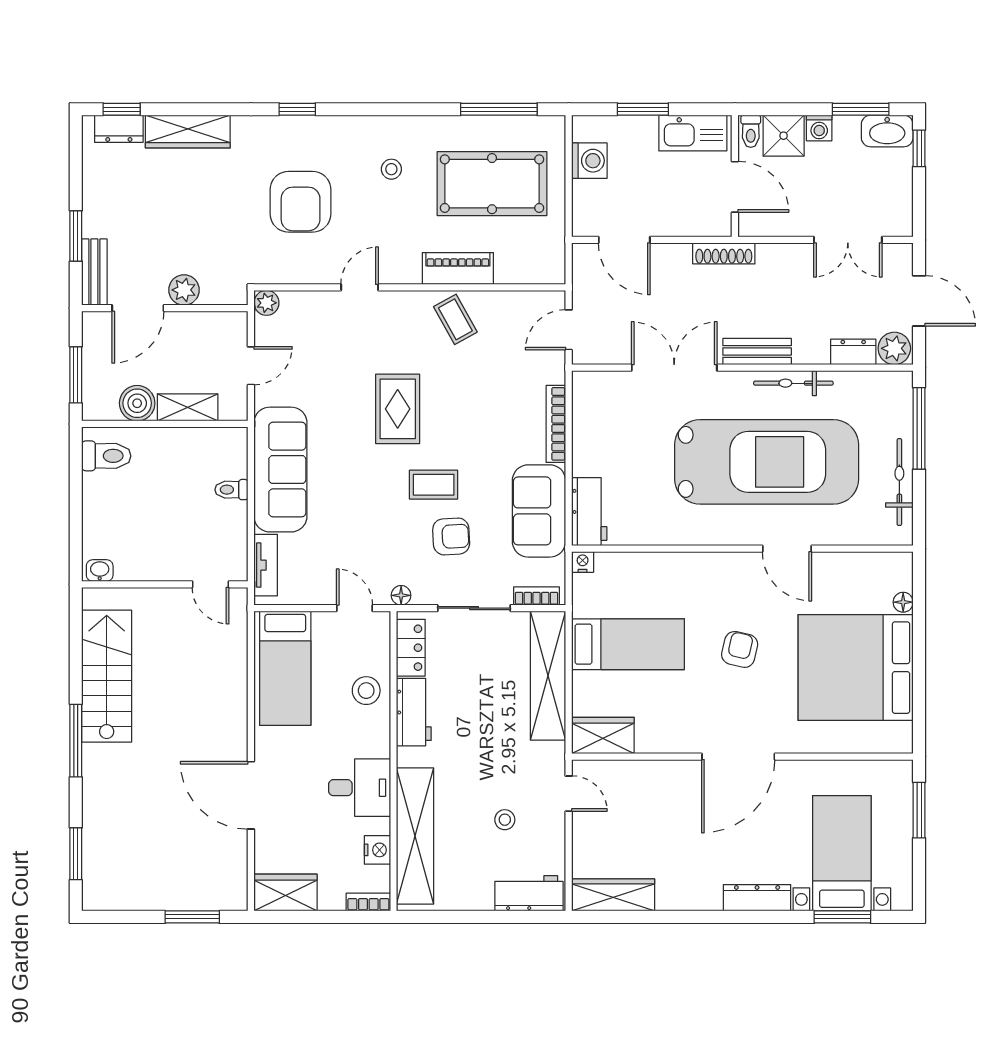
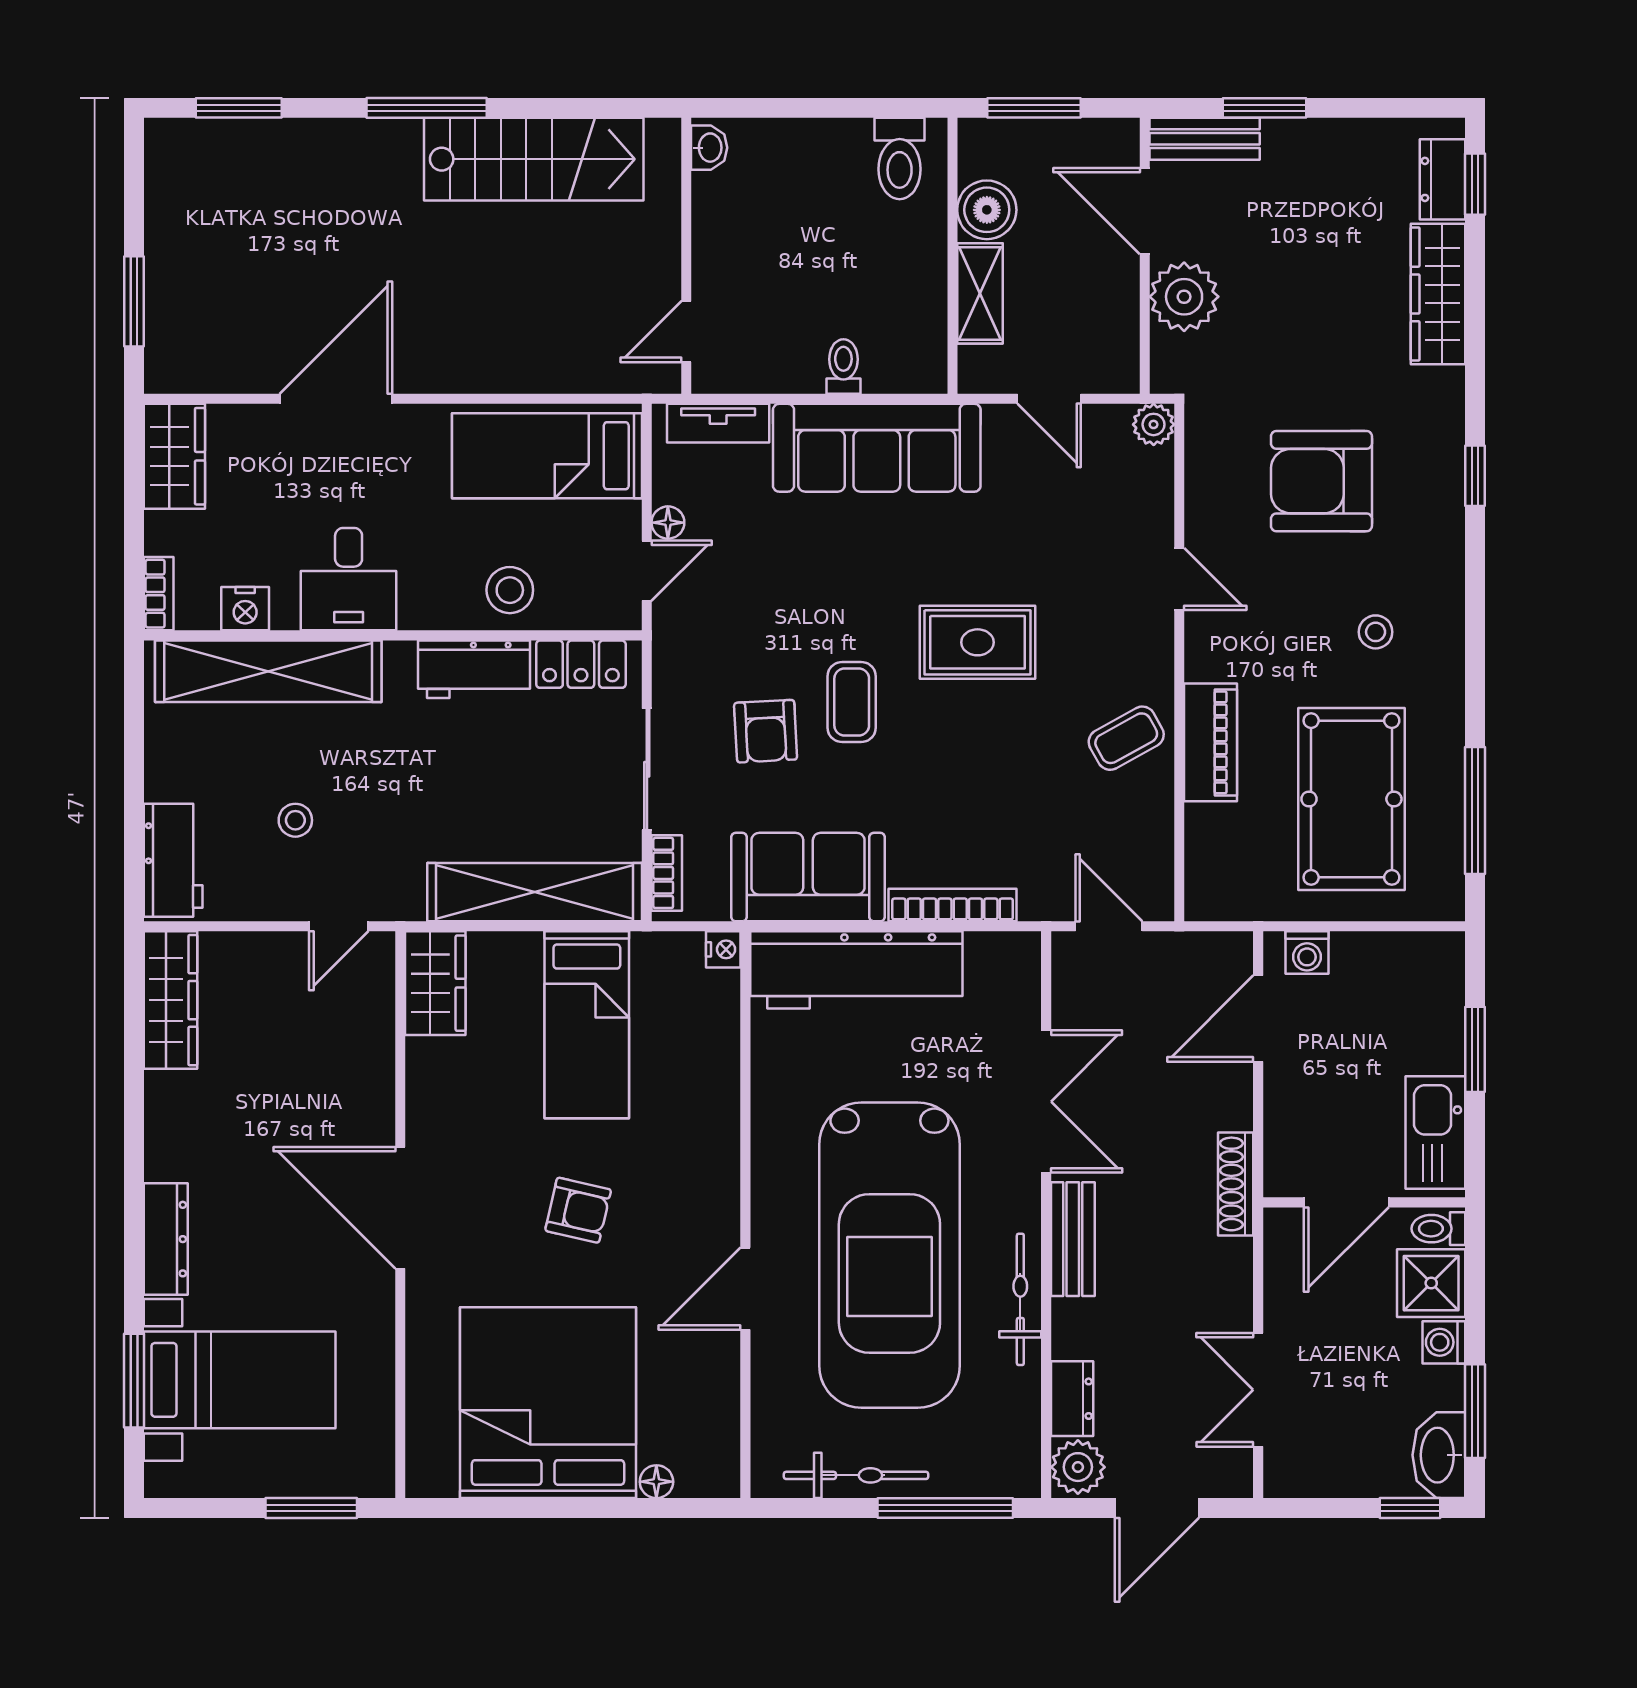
washing machine: (589, 161) -> (1307, 953), moved, width x0.73, depth x0.73
plant: (184, 290) -> (1184, 297), width x1.36, depth x1.36
workbench: (589, 512) -> (856, 970), width x1.88, depth x1.32
floor lamp: (401, 595) -> (668, 523), moved

